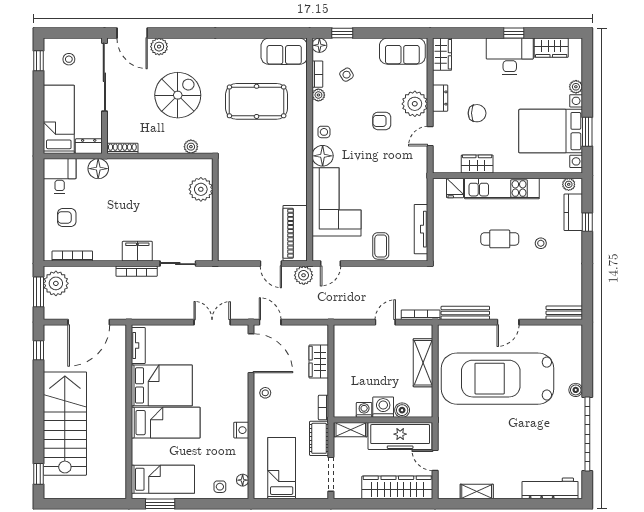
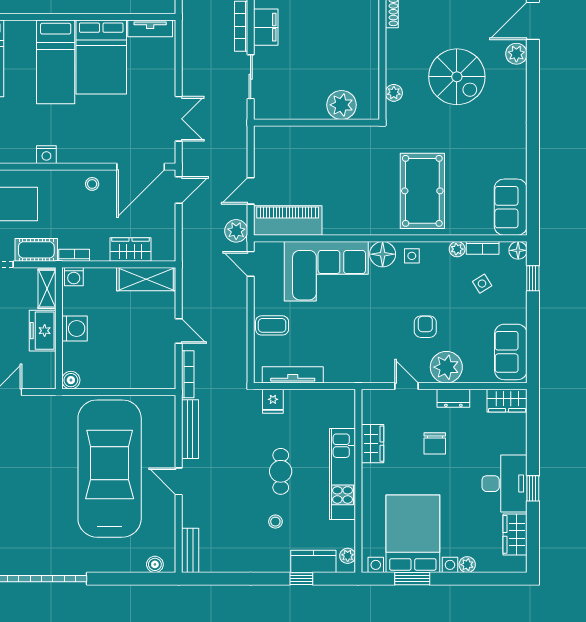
pool table: (257, 101) -> (422, 191), moved
fridge: (455, 188) -> (273, 401), moved, turned -90
shelving: (423, 363) -> (146, 279), moved
boiler: (576, 390) -> (155, 564), moved
washing machine: (364, 410) -> (74, 277), moved, turned 90
boiler: (402, 410) -> (71, 380), moved
freezer: (400, 436) -> (43, 331), width x0.52, depth x0.79

